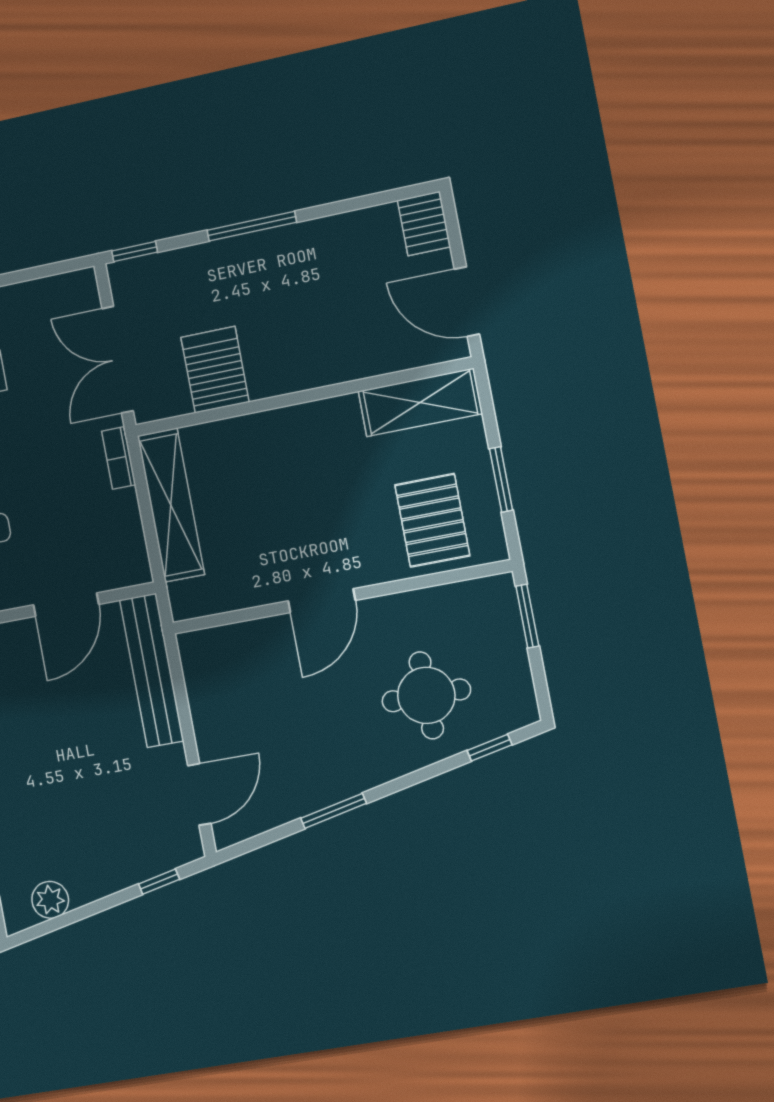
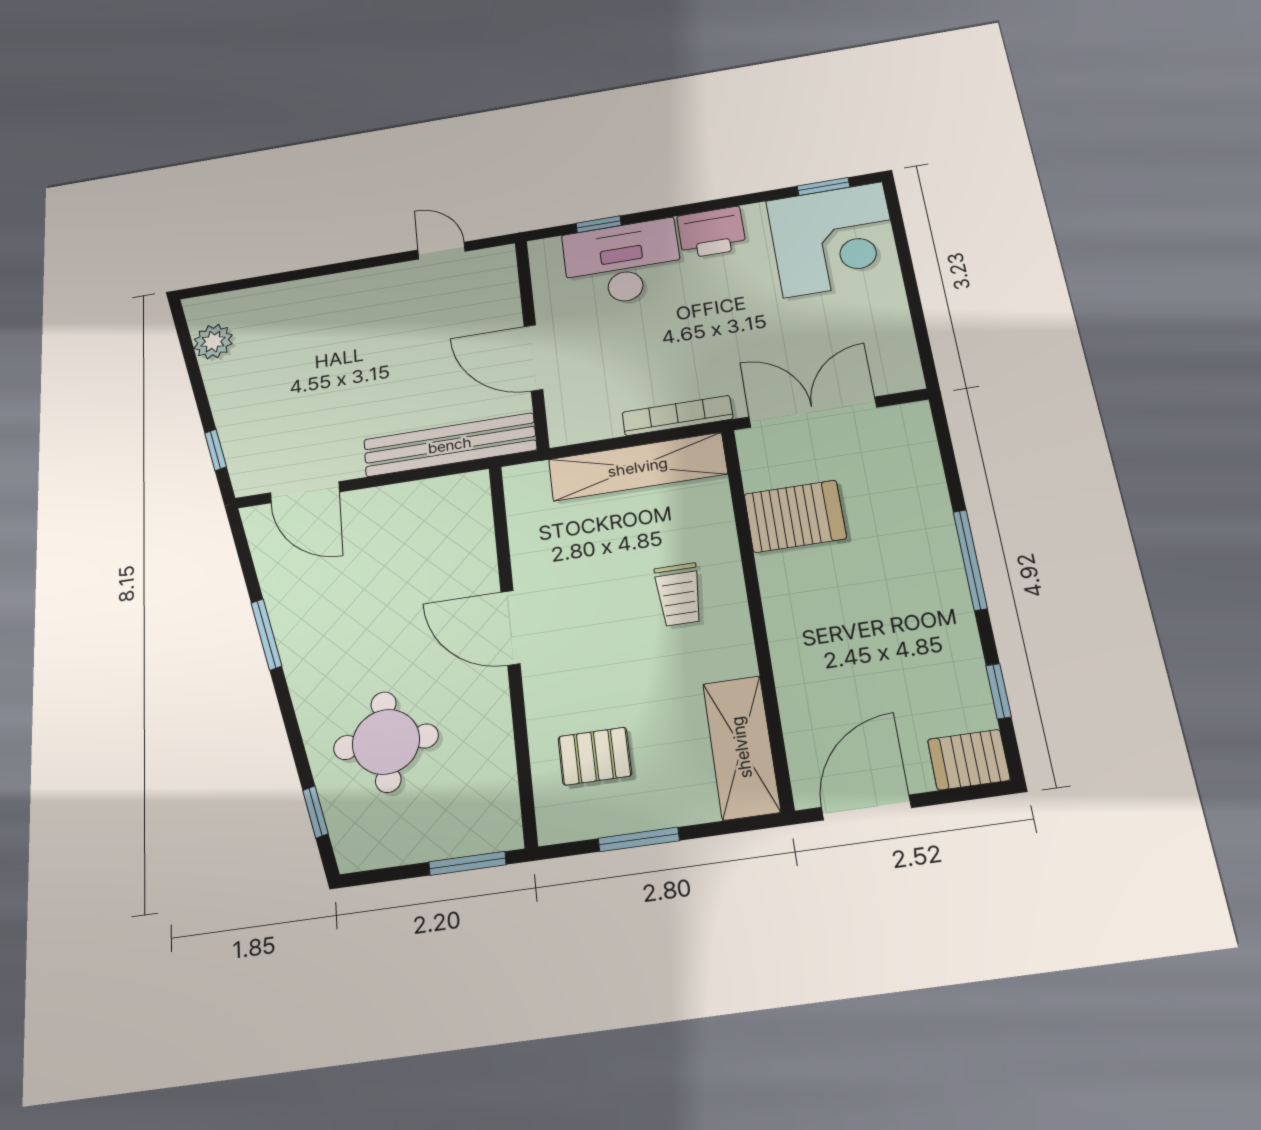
window: (135, 252) -> (999, 691), moved
bookcase: (119, 458) -> (677, 416), width x1.56
trolley: (288, 462) -> (679, 594), added
pallet: (432, 520) -> (595, 756), width x0.67, depth x0.71

